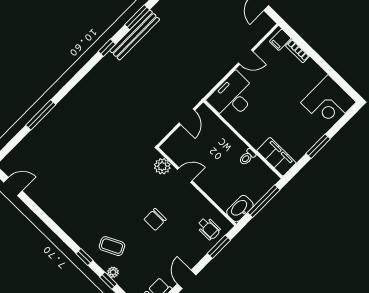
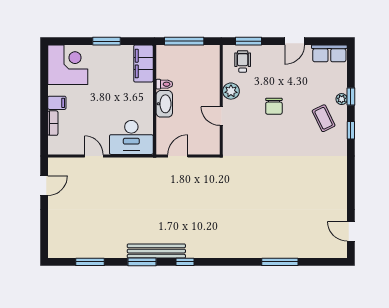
filing cabinet: (280, 40) -> (57, 103), moved
plant: (162, 166) -> (231, 91), moved
washbasin: (240, 209) -> (164, 104), moved, turned -90
chair: (155, 219) -> (274, 106), turned 90

